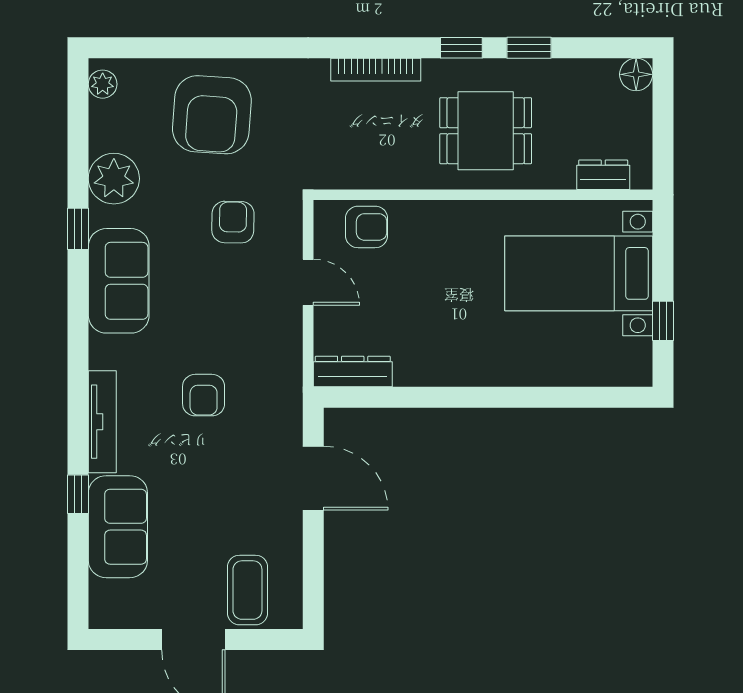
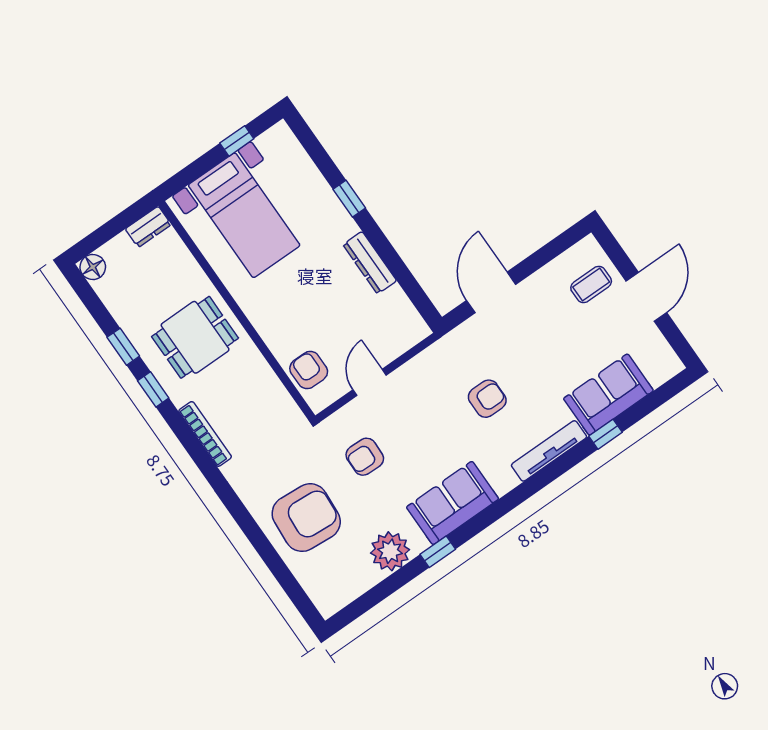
plant: (103, 84) -> (335, 600), removed
dining table: (486, 131) -> (195, 337), turned 90
dresser: (603, 175) -> (148, 227), moved, turned -90
dresser: (353, 371) -> (370, 263), moved
window: (518, 397) -> (349, 199), added
coffee table: (247, 590) -> (591, 284), width x0.73, depth x0.77

